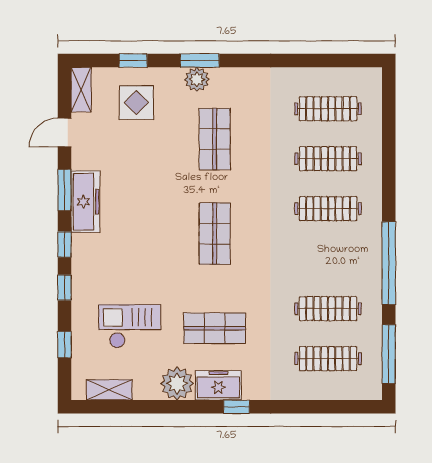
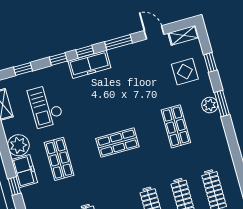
shop shelf: (215, 139) -> (176, 126), turned 90
freezer: (85, 202) -> (89, 64), moved
checkout: (130, 326) -> (46, 106), turned 180

